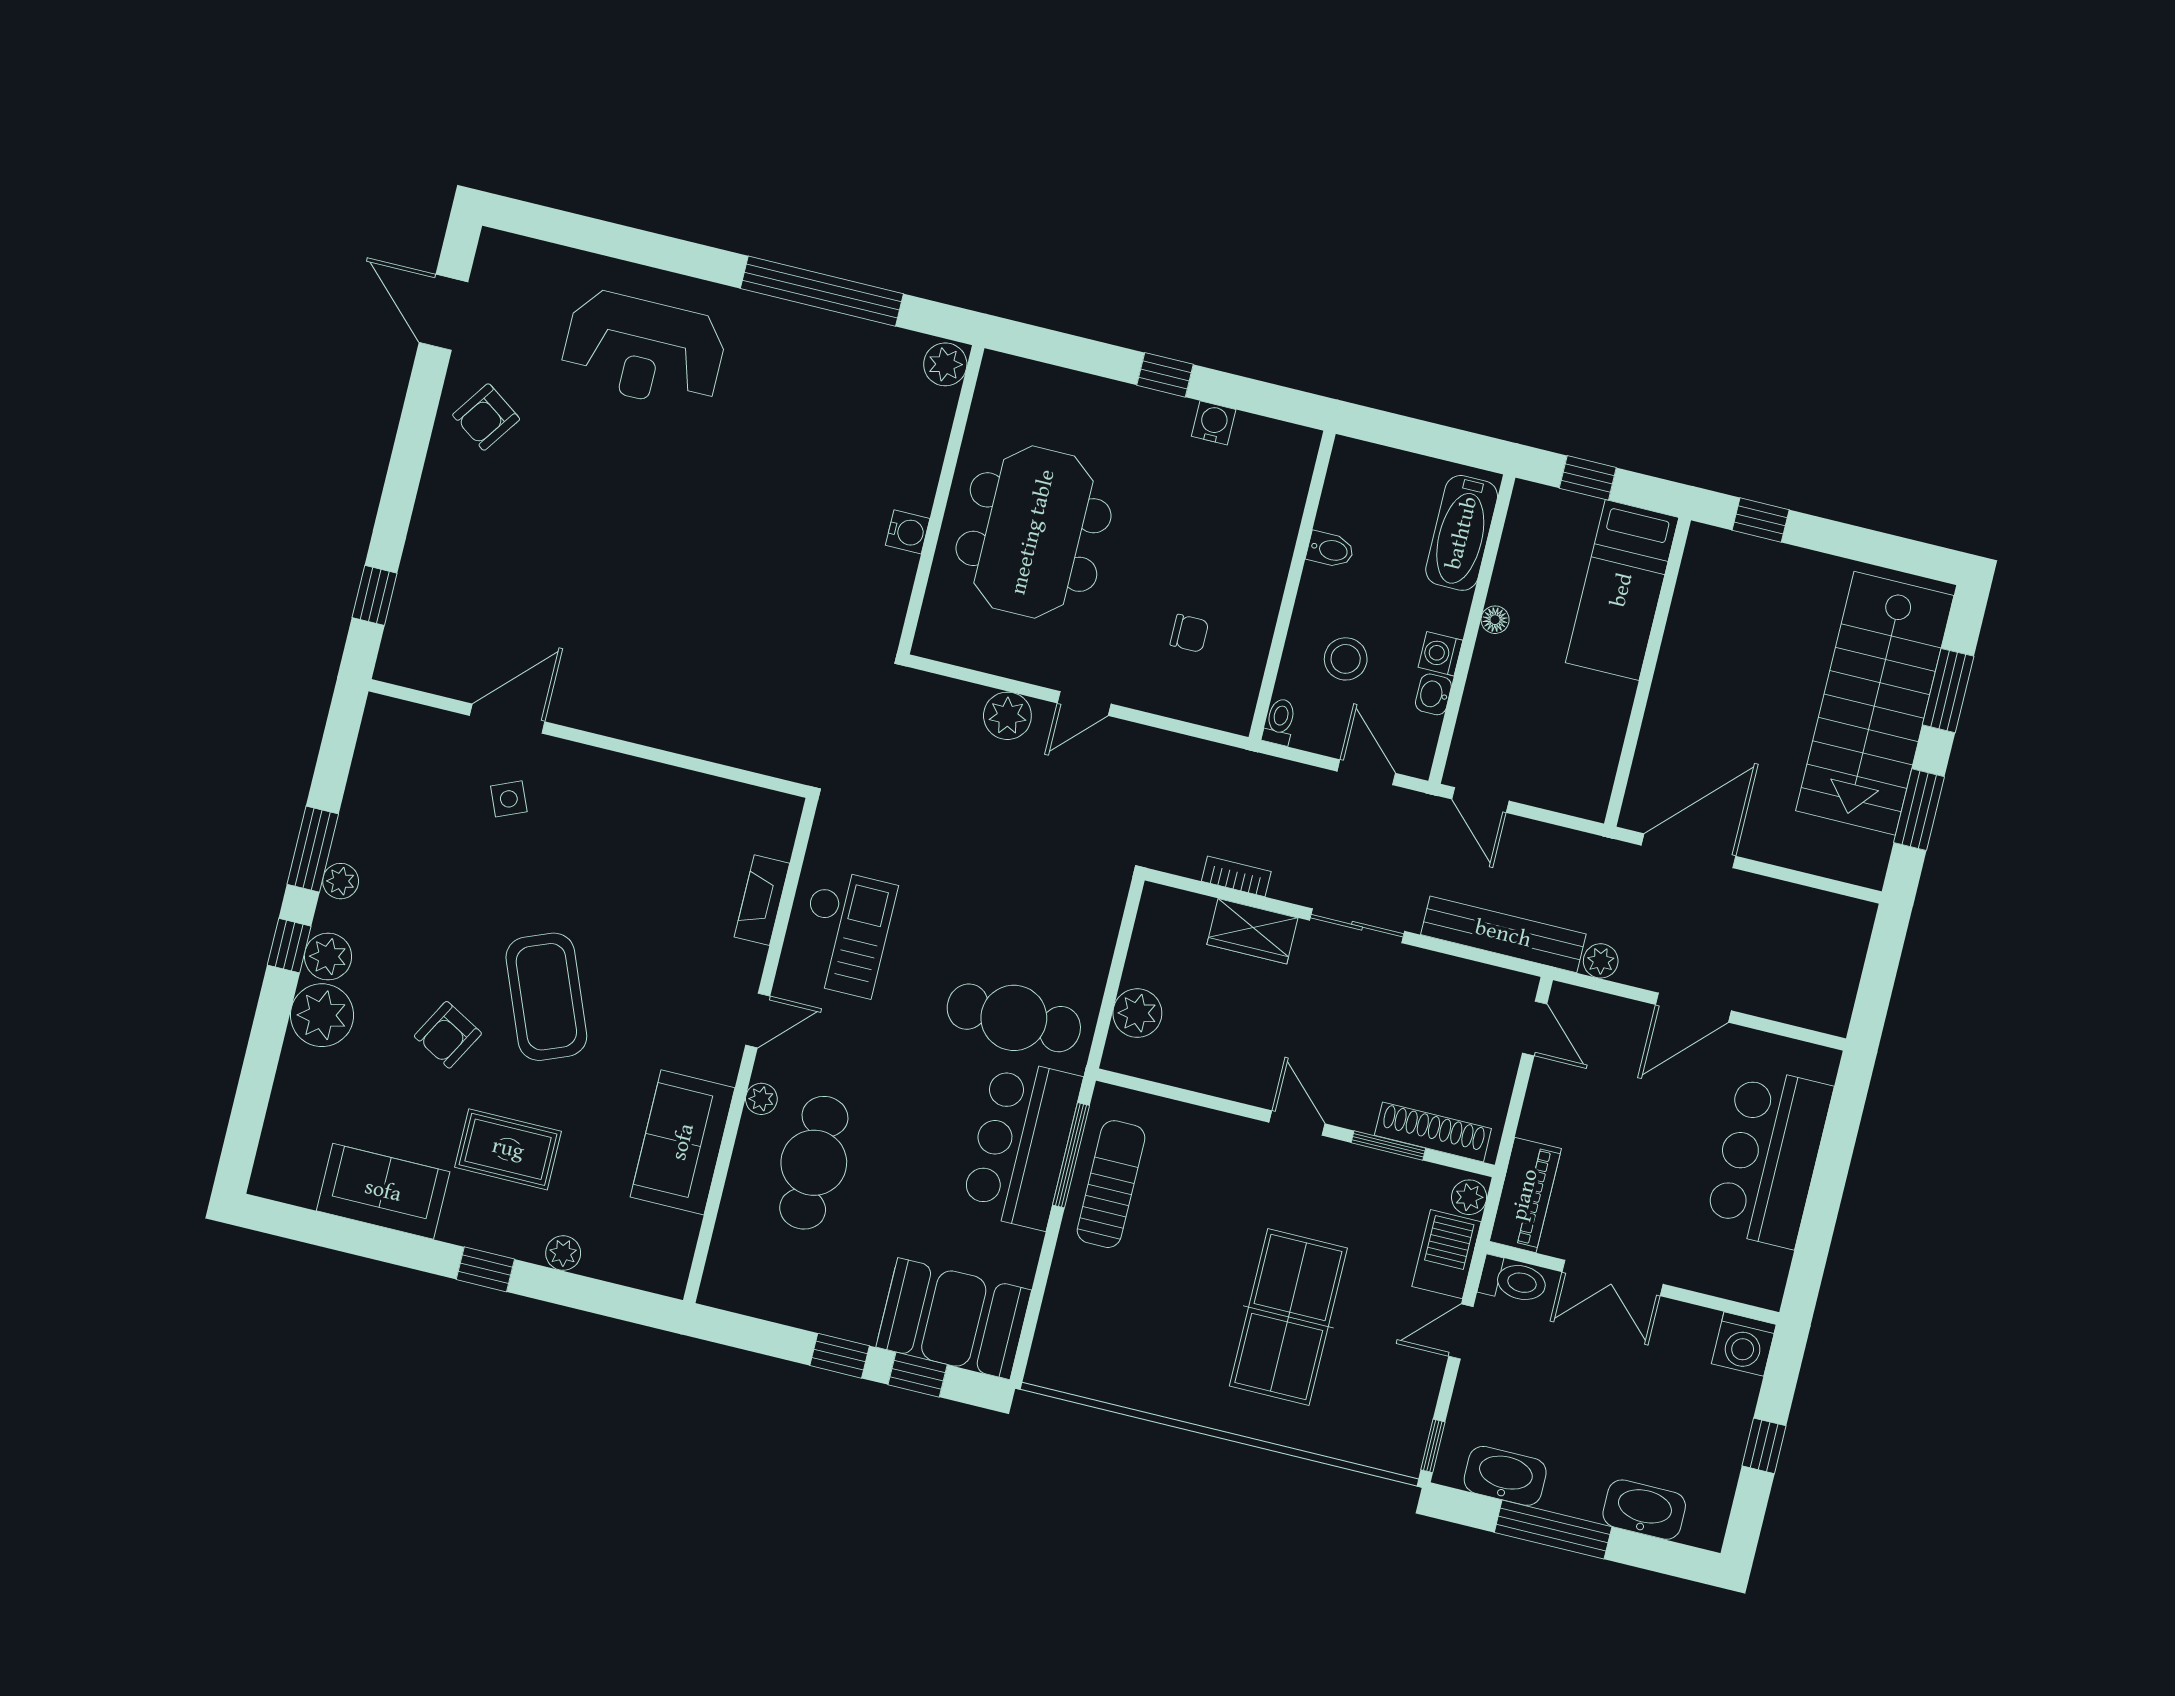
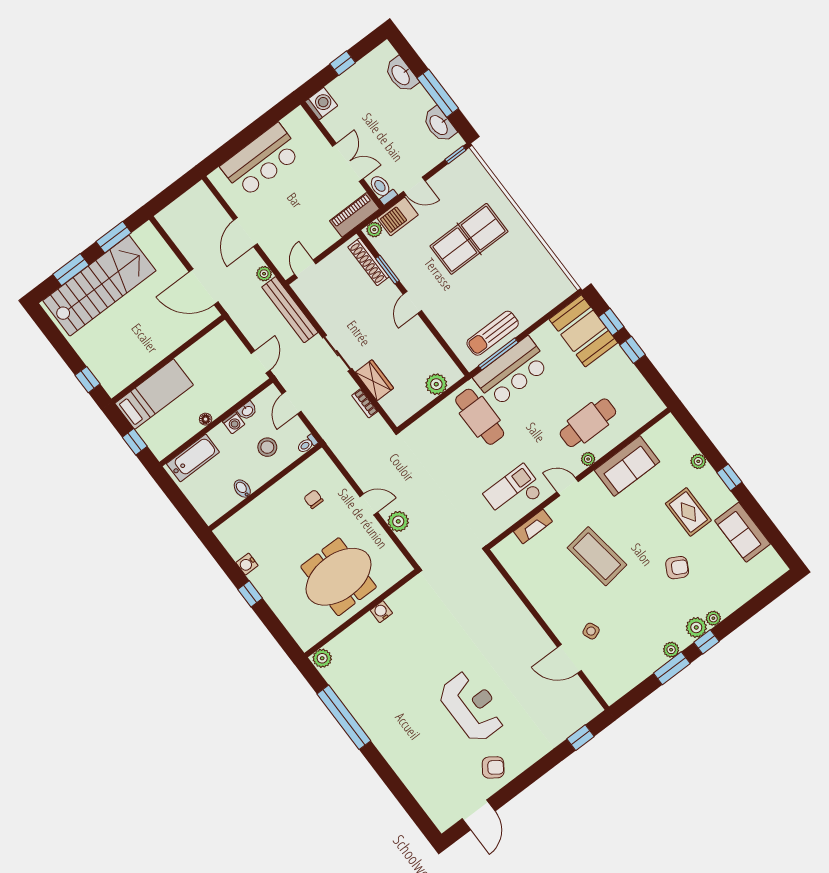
reception desk: (644, 350) -> (472, 706), moved
coffee table: (546, 997) -> (597, 556), moved, turned -76
door: (1693, 1008) -> (245, 232), swing flipped
plant: (322, 1015) -> (713, 618), width x0.53, depth x0.53

